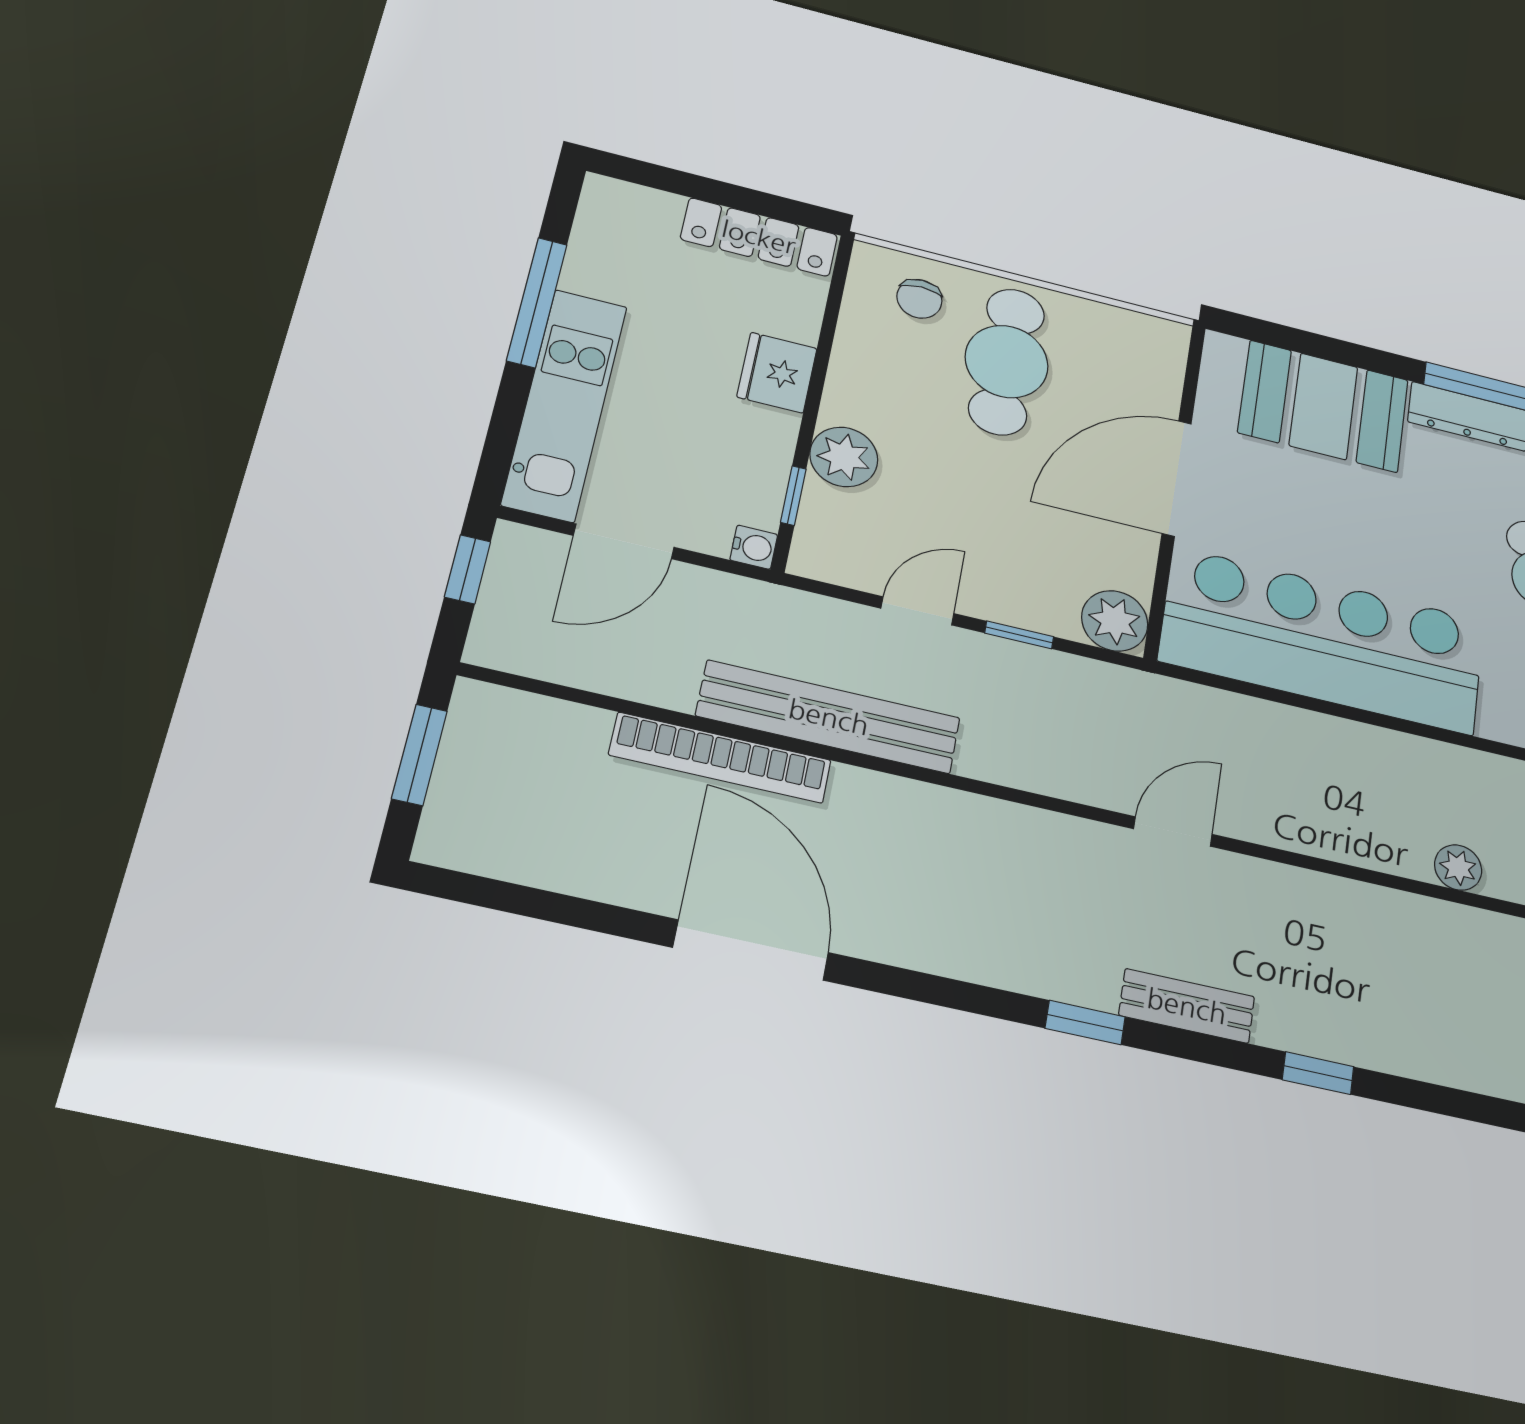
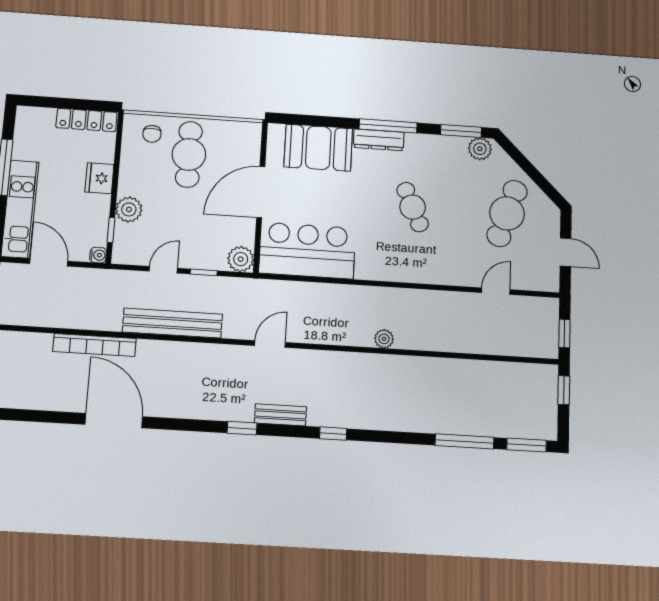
door: (624, 541) -> (49, 262), swing flipped
bar counter: (1323, 641) -> (307, 251), width x0.73
bench: (829, 717) -> (172, 323), moved

